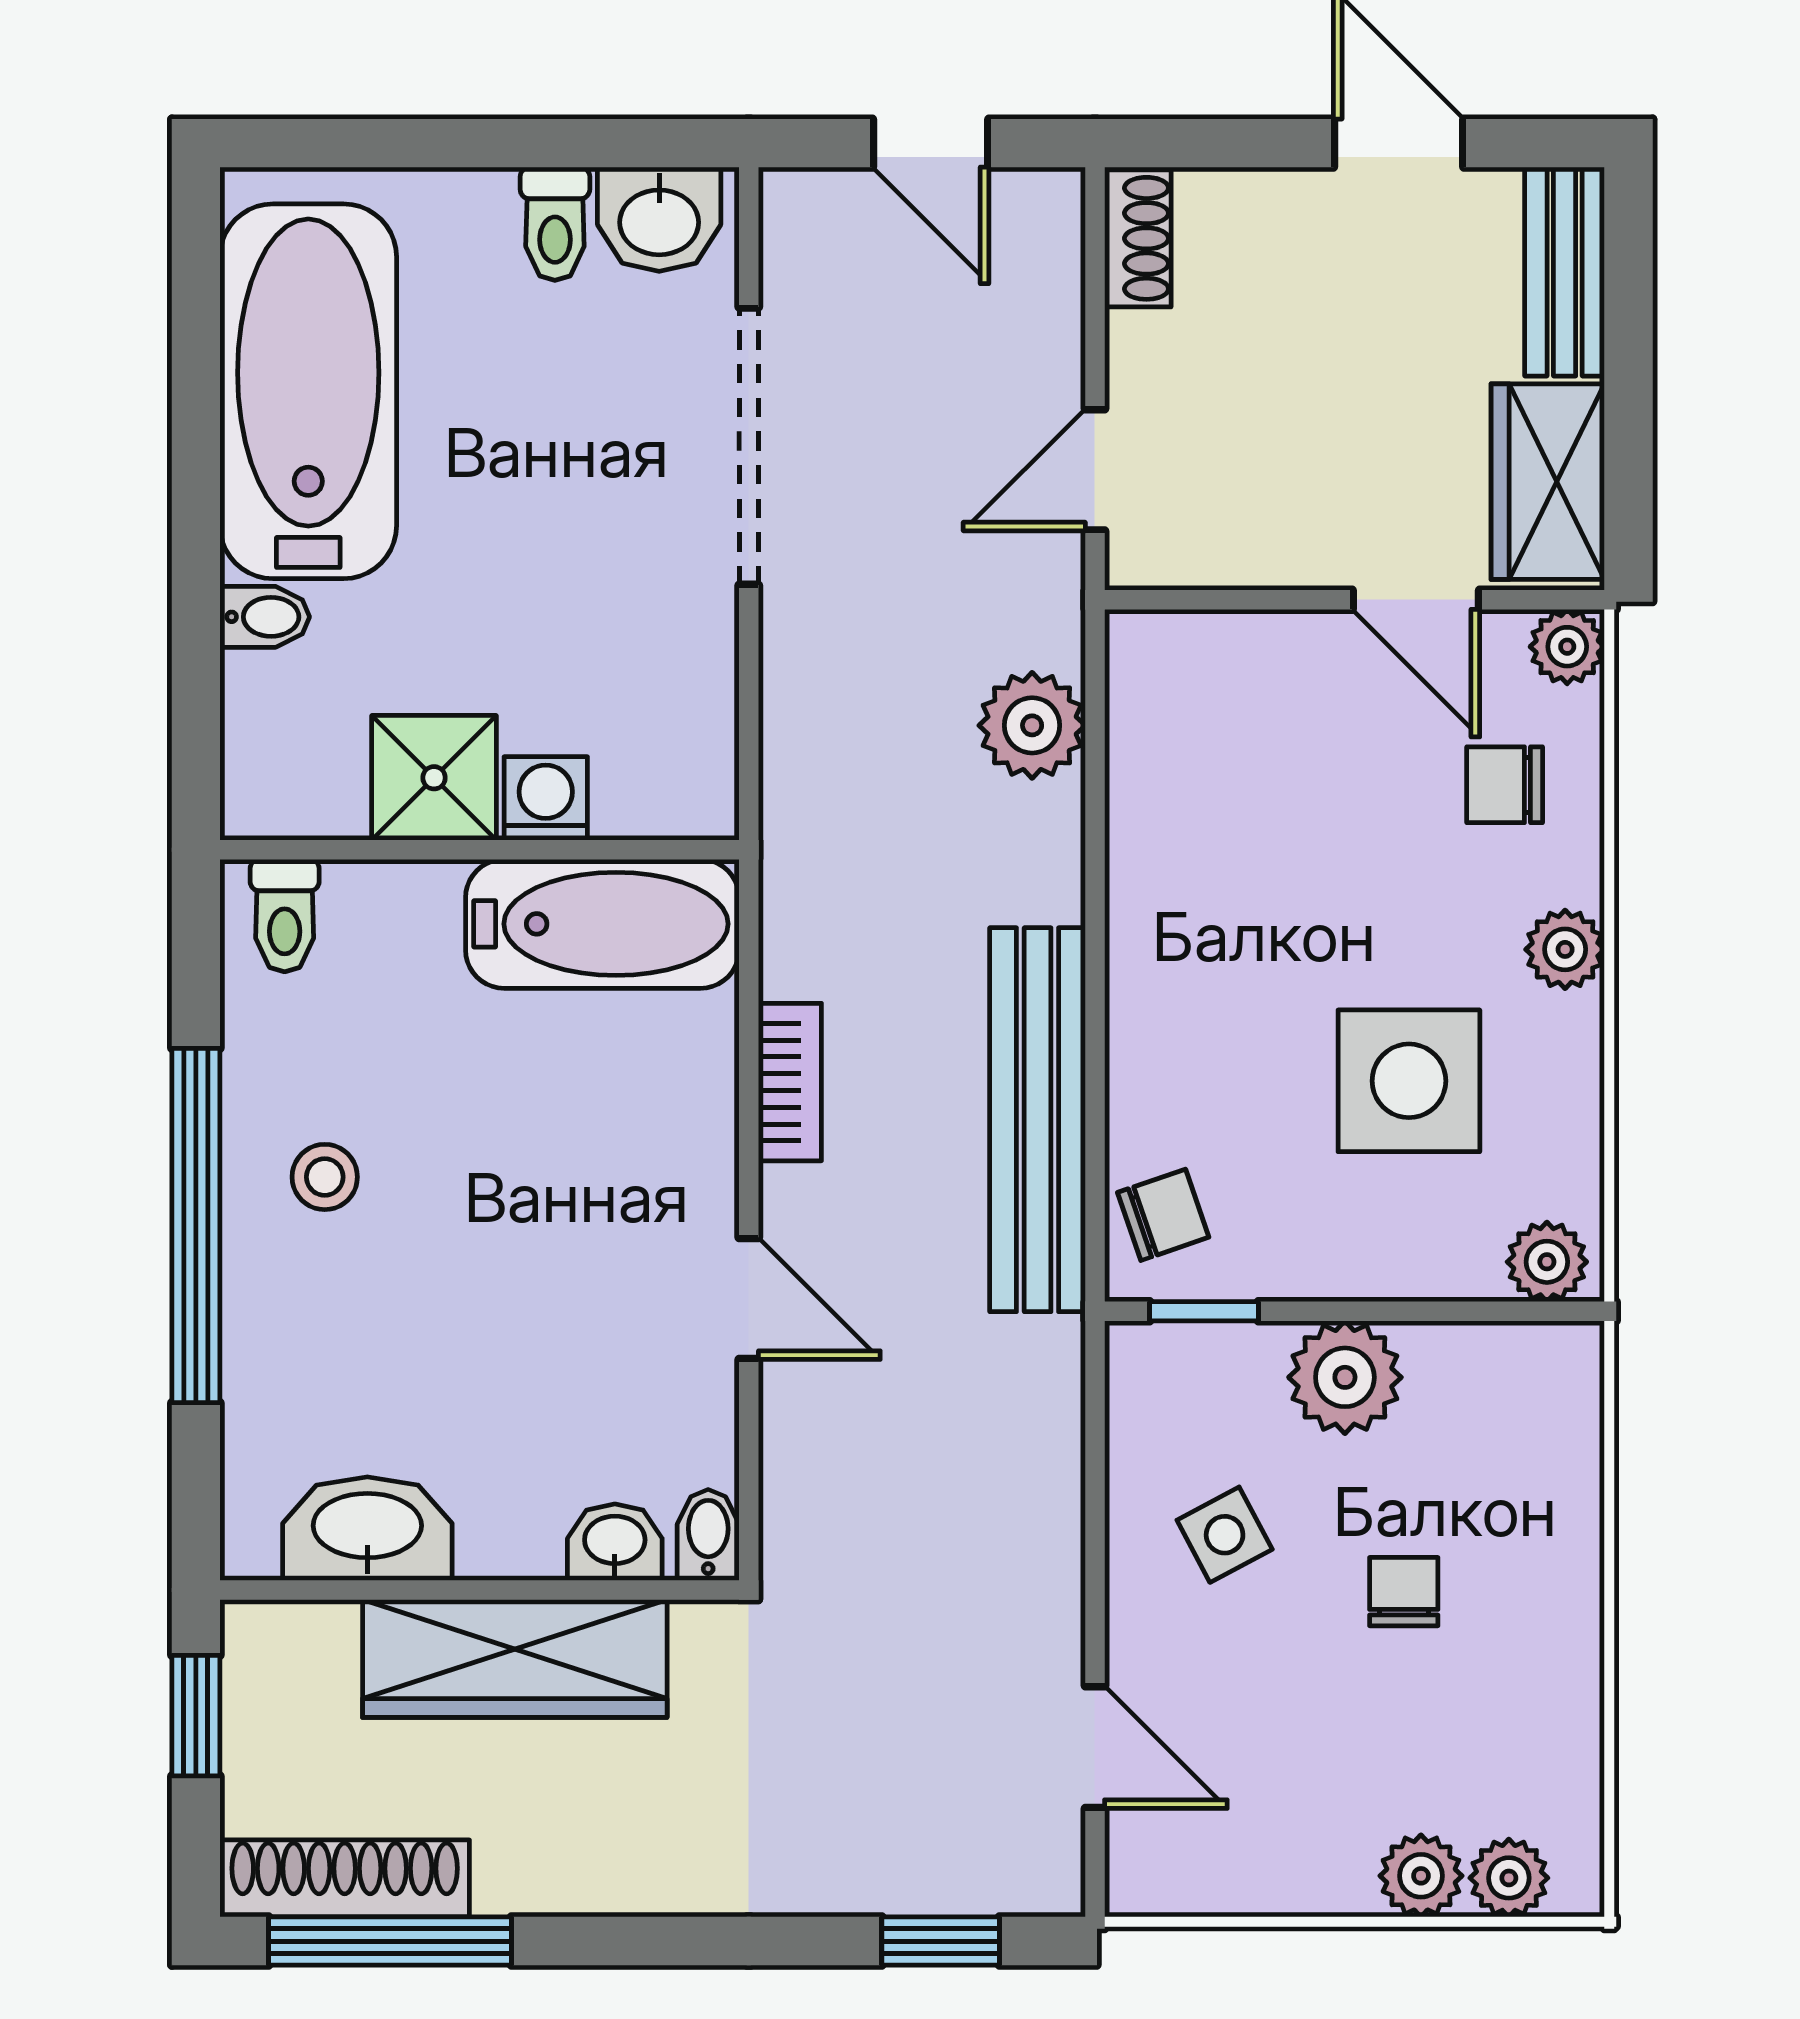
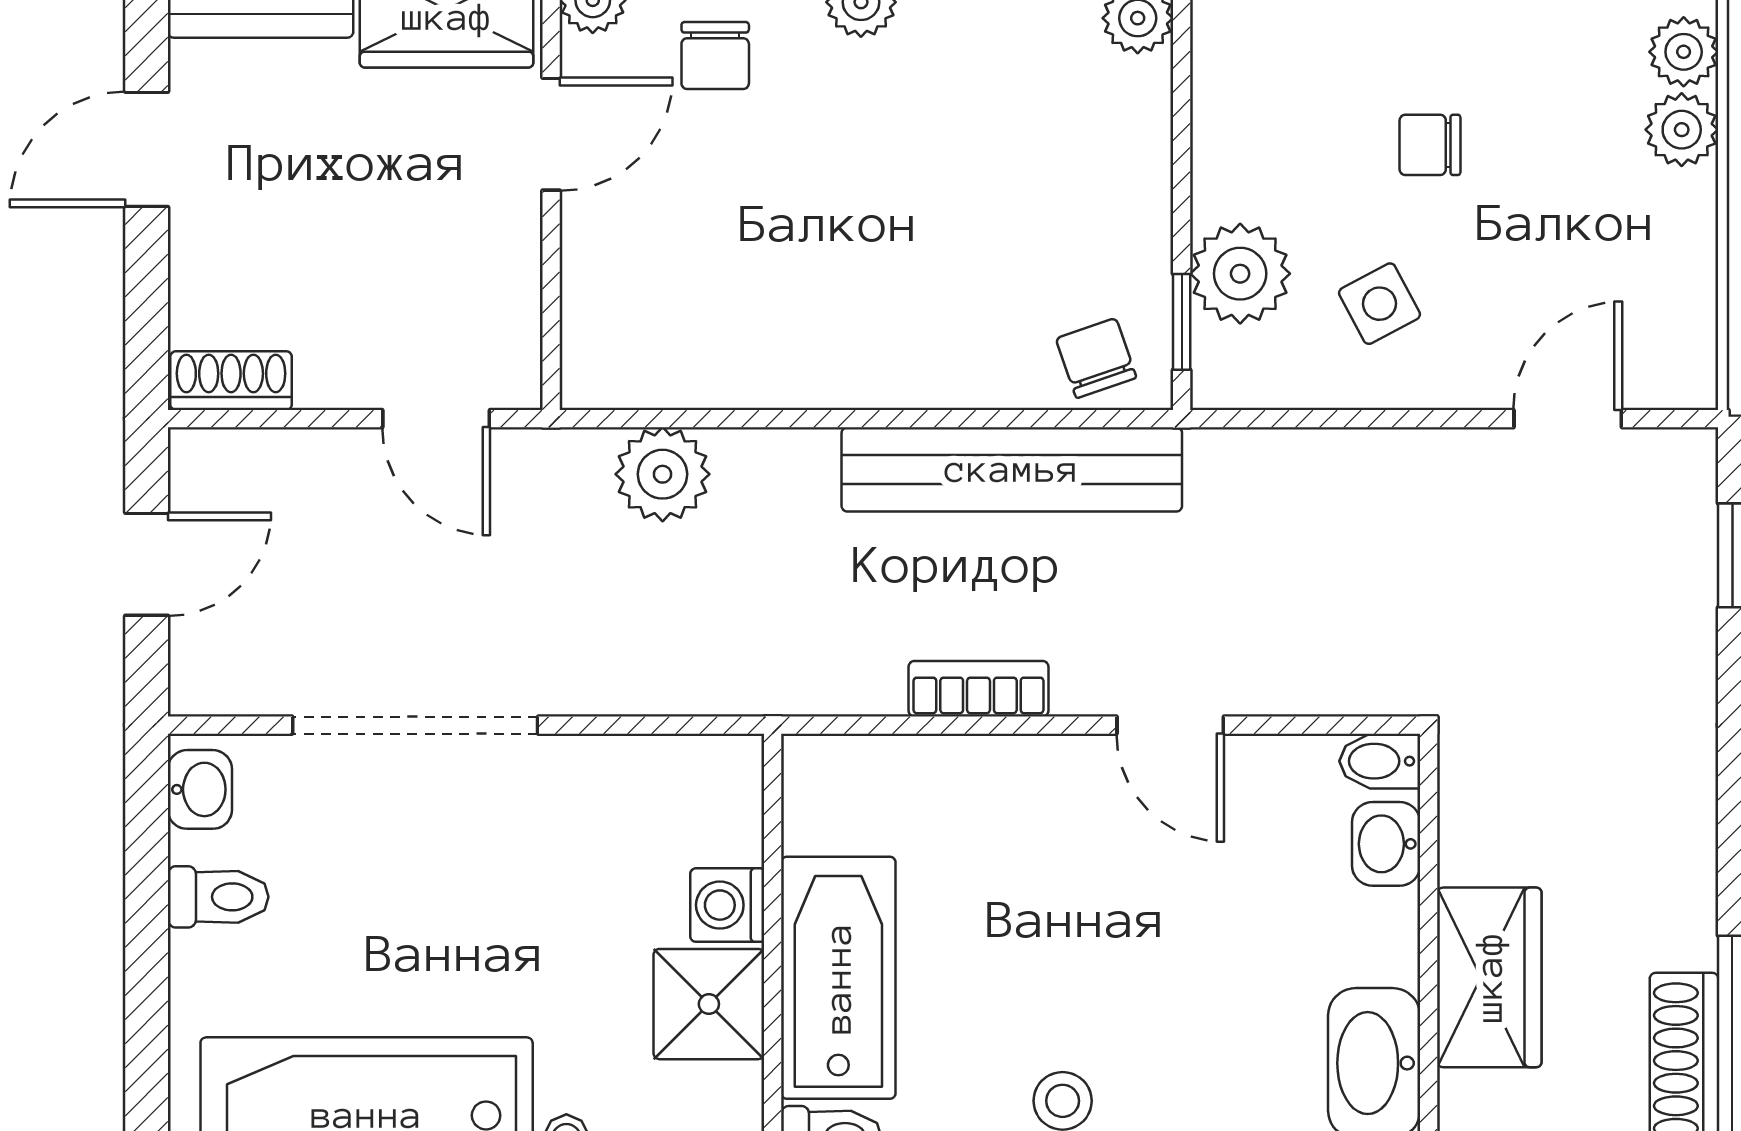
washbasin: (659, 219) -> (200, 789), width x0.72, depth x0.69
bathtub: (602, 924) -> (838, 978), moved
side table: (1409, 1081) -> (977, 140), removed
door: (749, 1299) -> (1170, 725), swing flipped
plant: (1345, 1377) -> (1240, 274), moved
wardrobe: (515, 1659) -> (1489, 977), width x0.67

